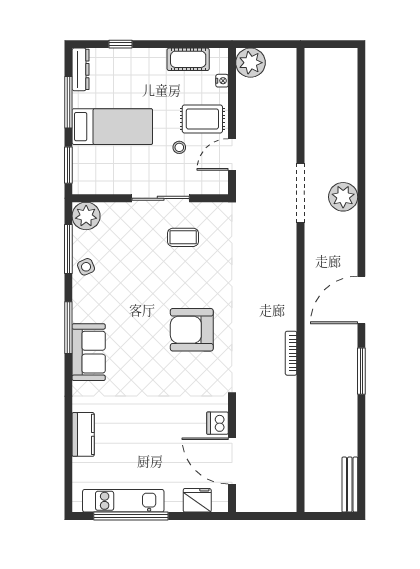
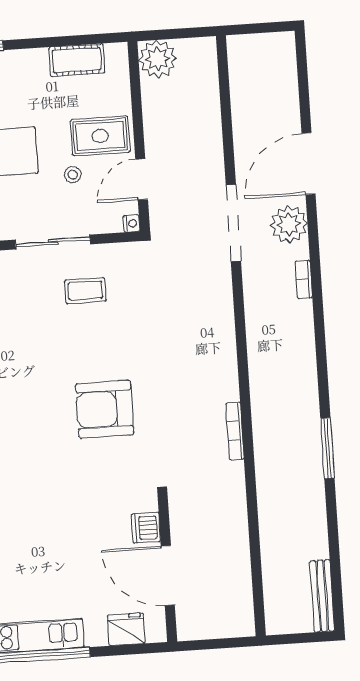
nightstand: (222, 81) -> (132, 223), moved
bookcase: (352, 240) -> (304, 279), added
door: (361, 300) -> (308, 164), moved

